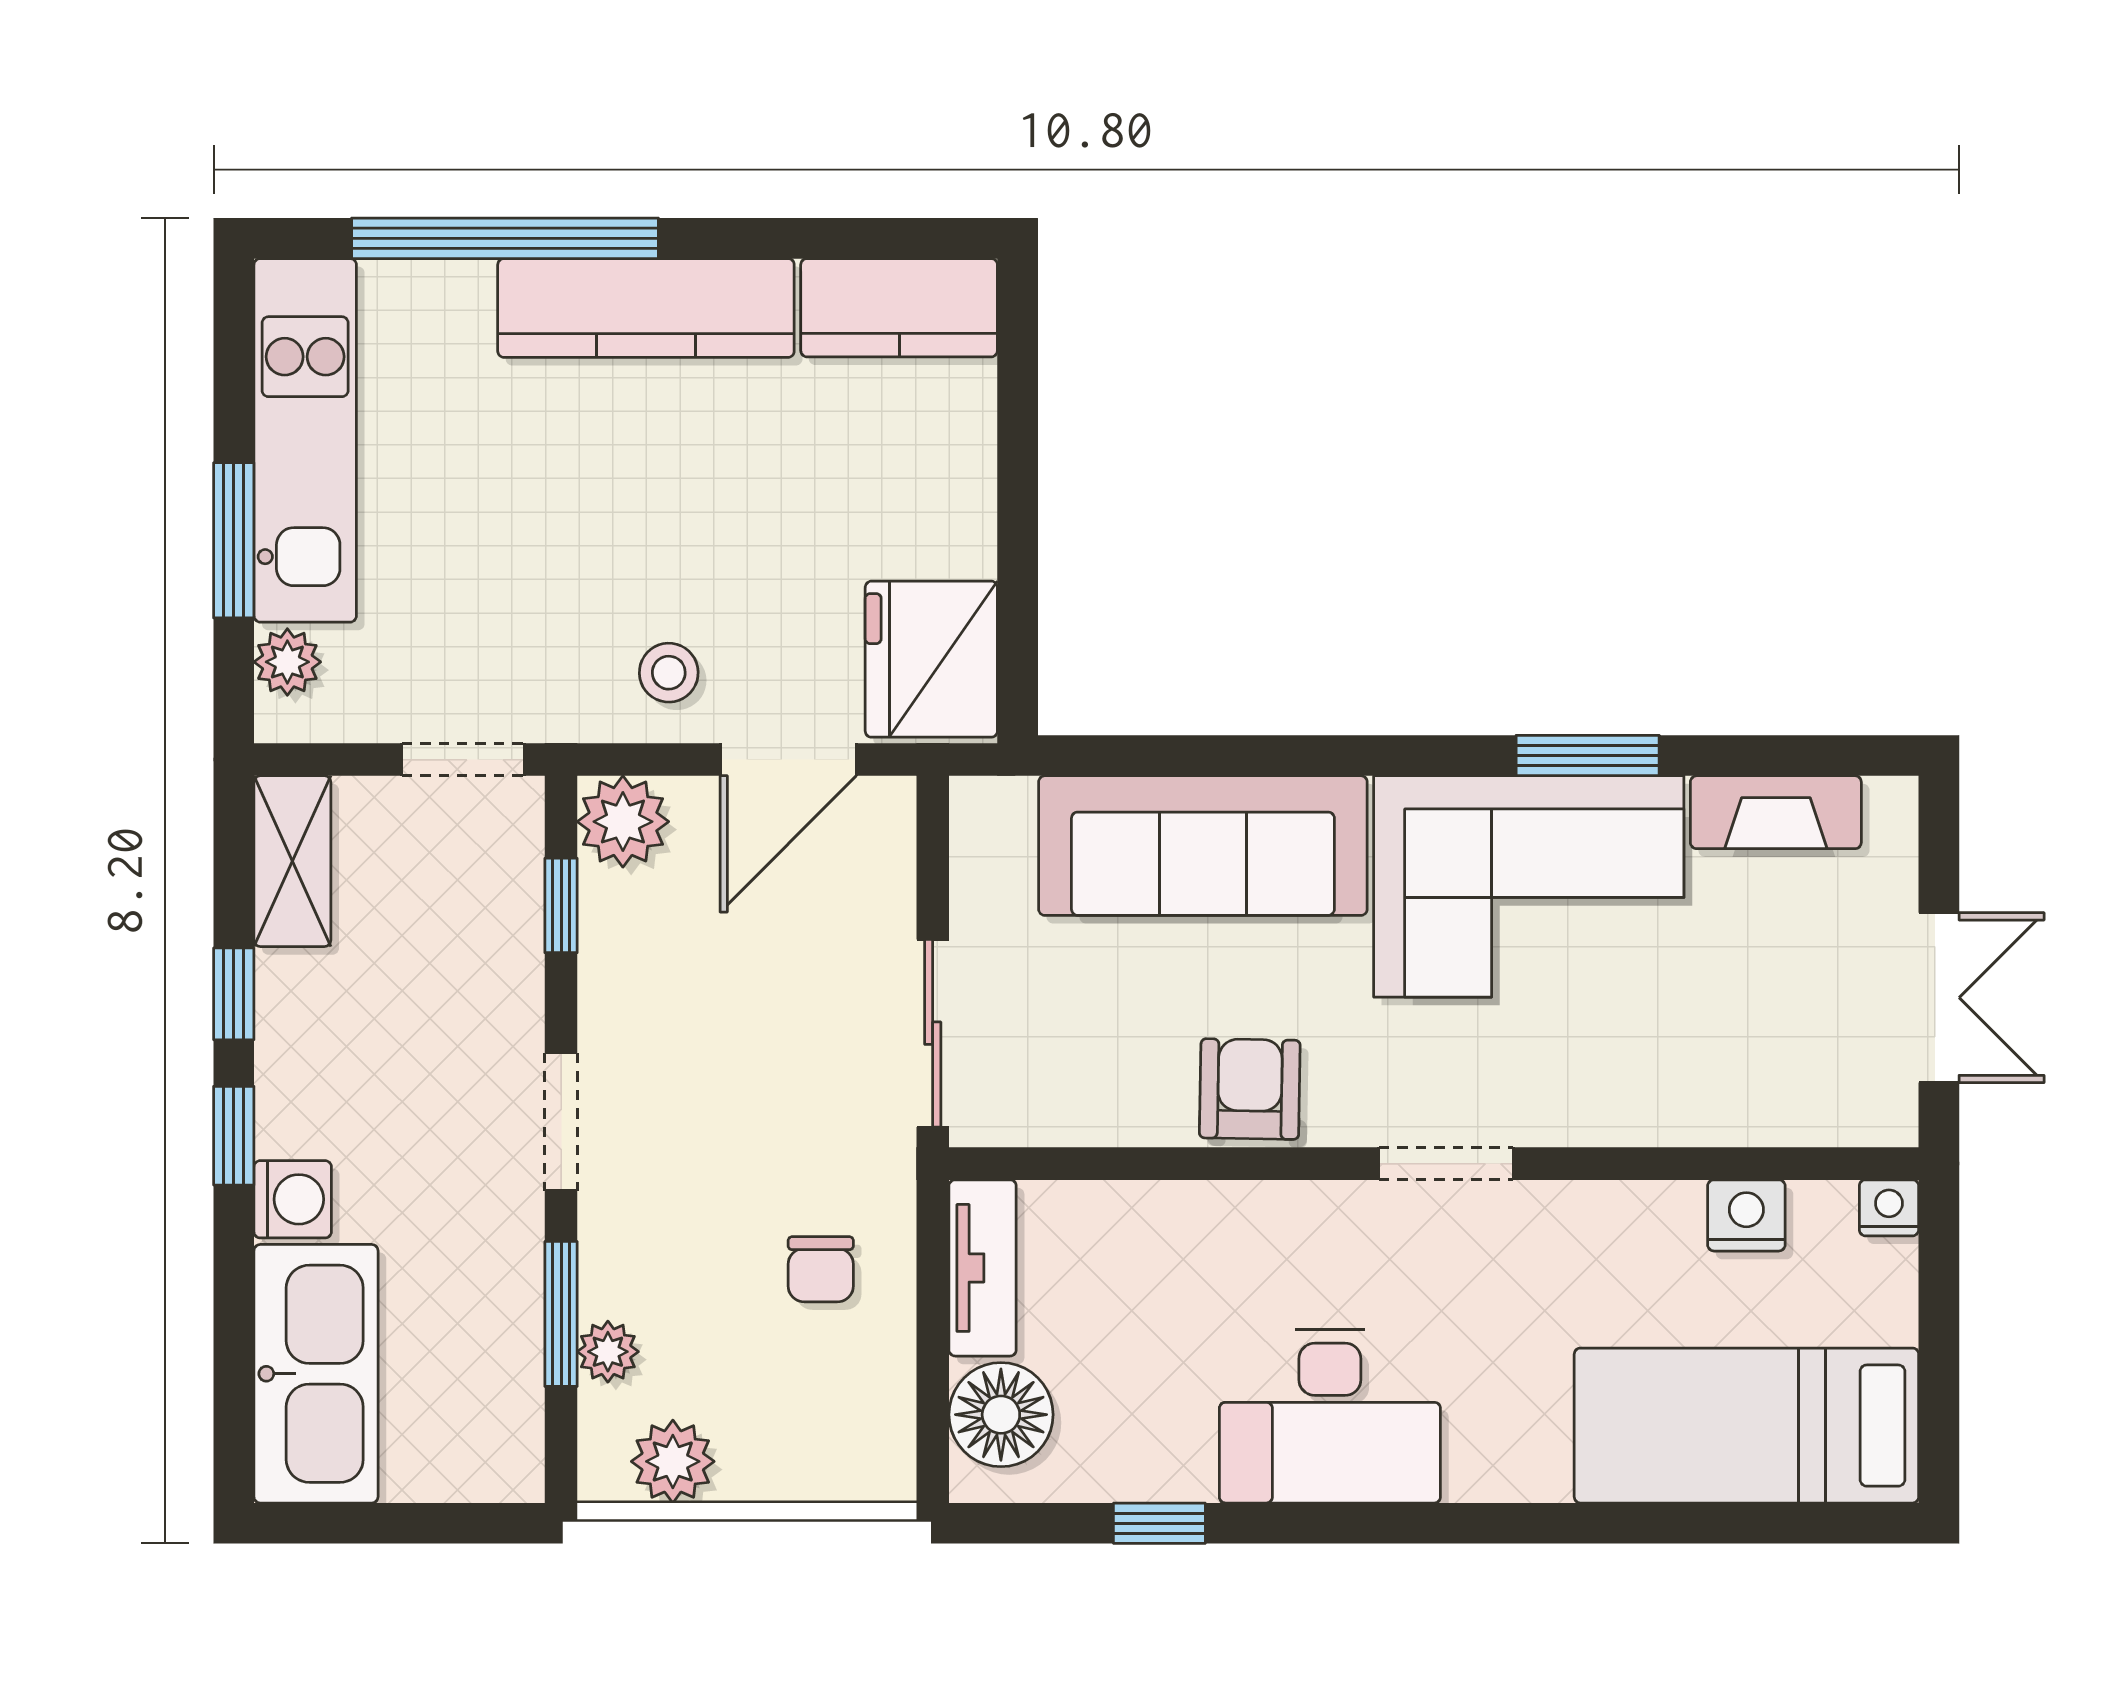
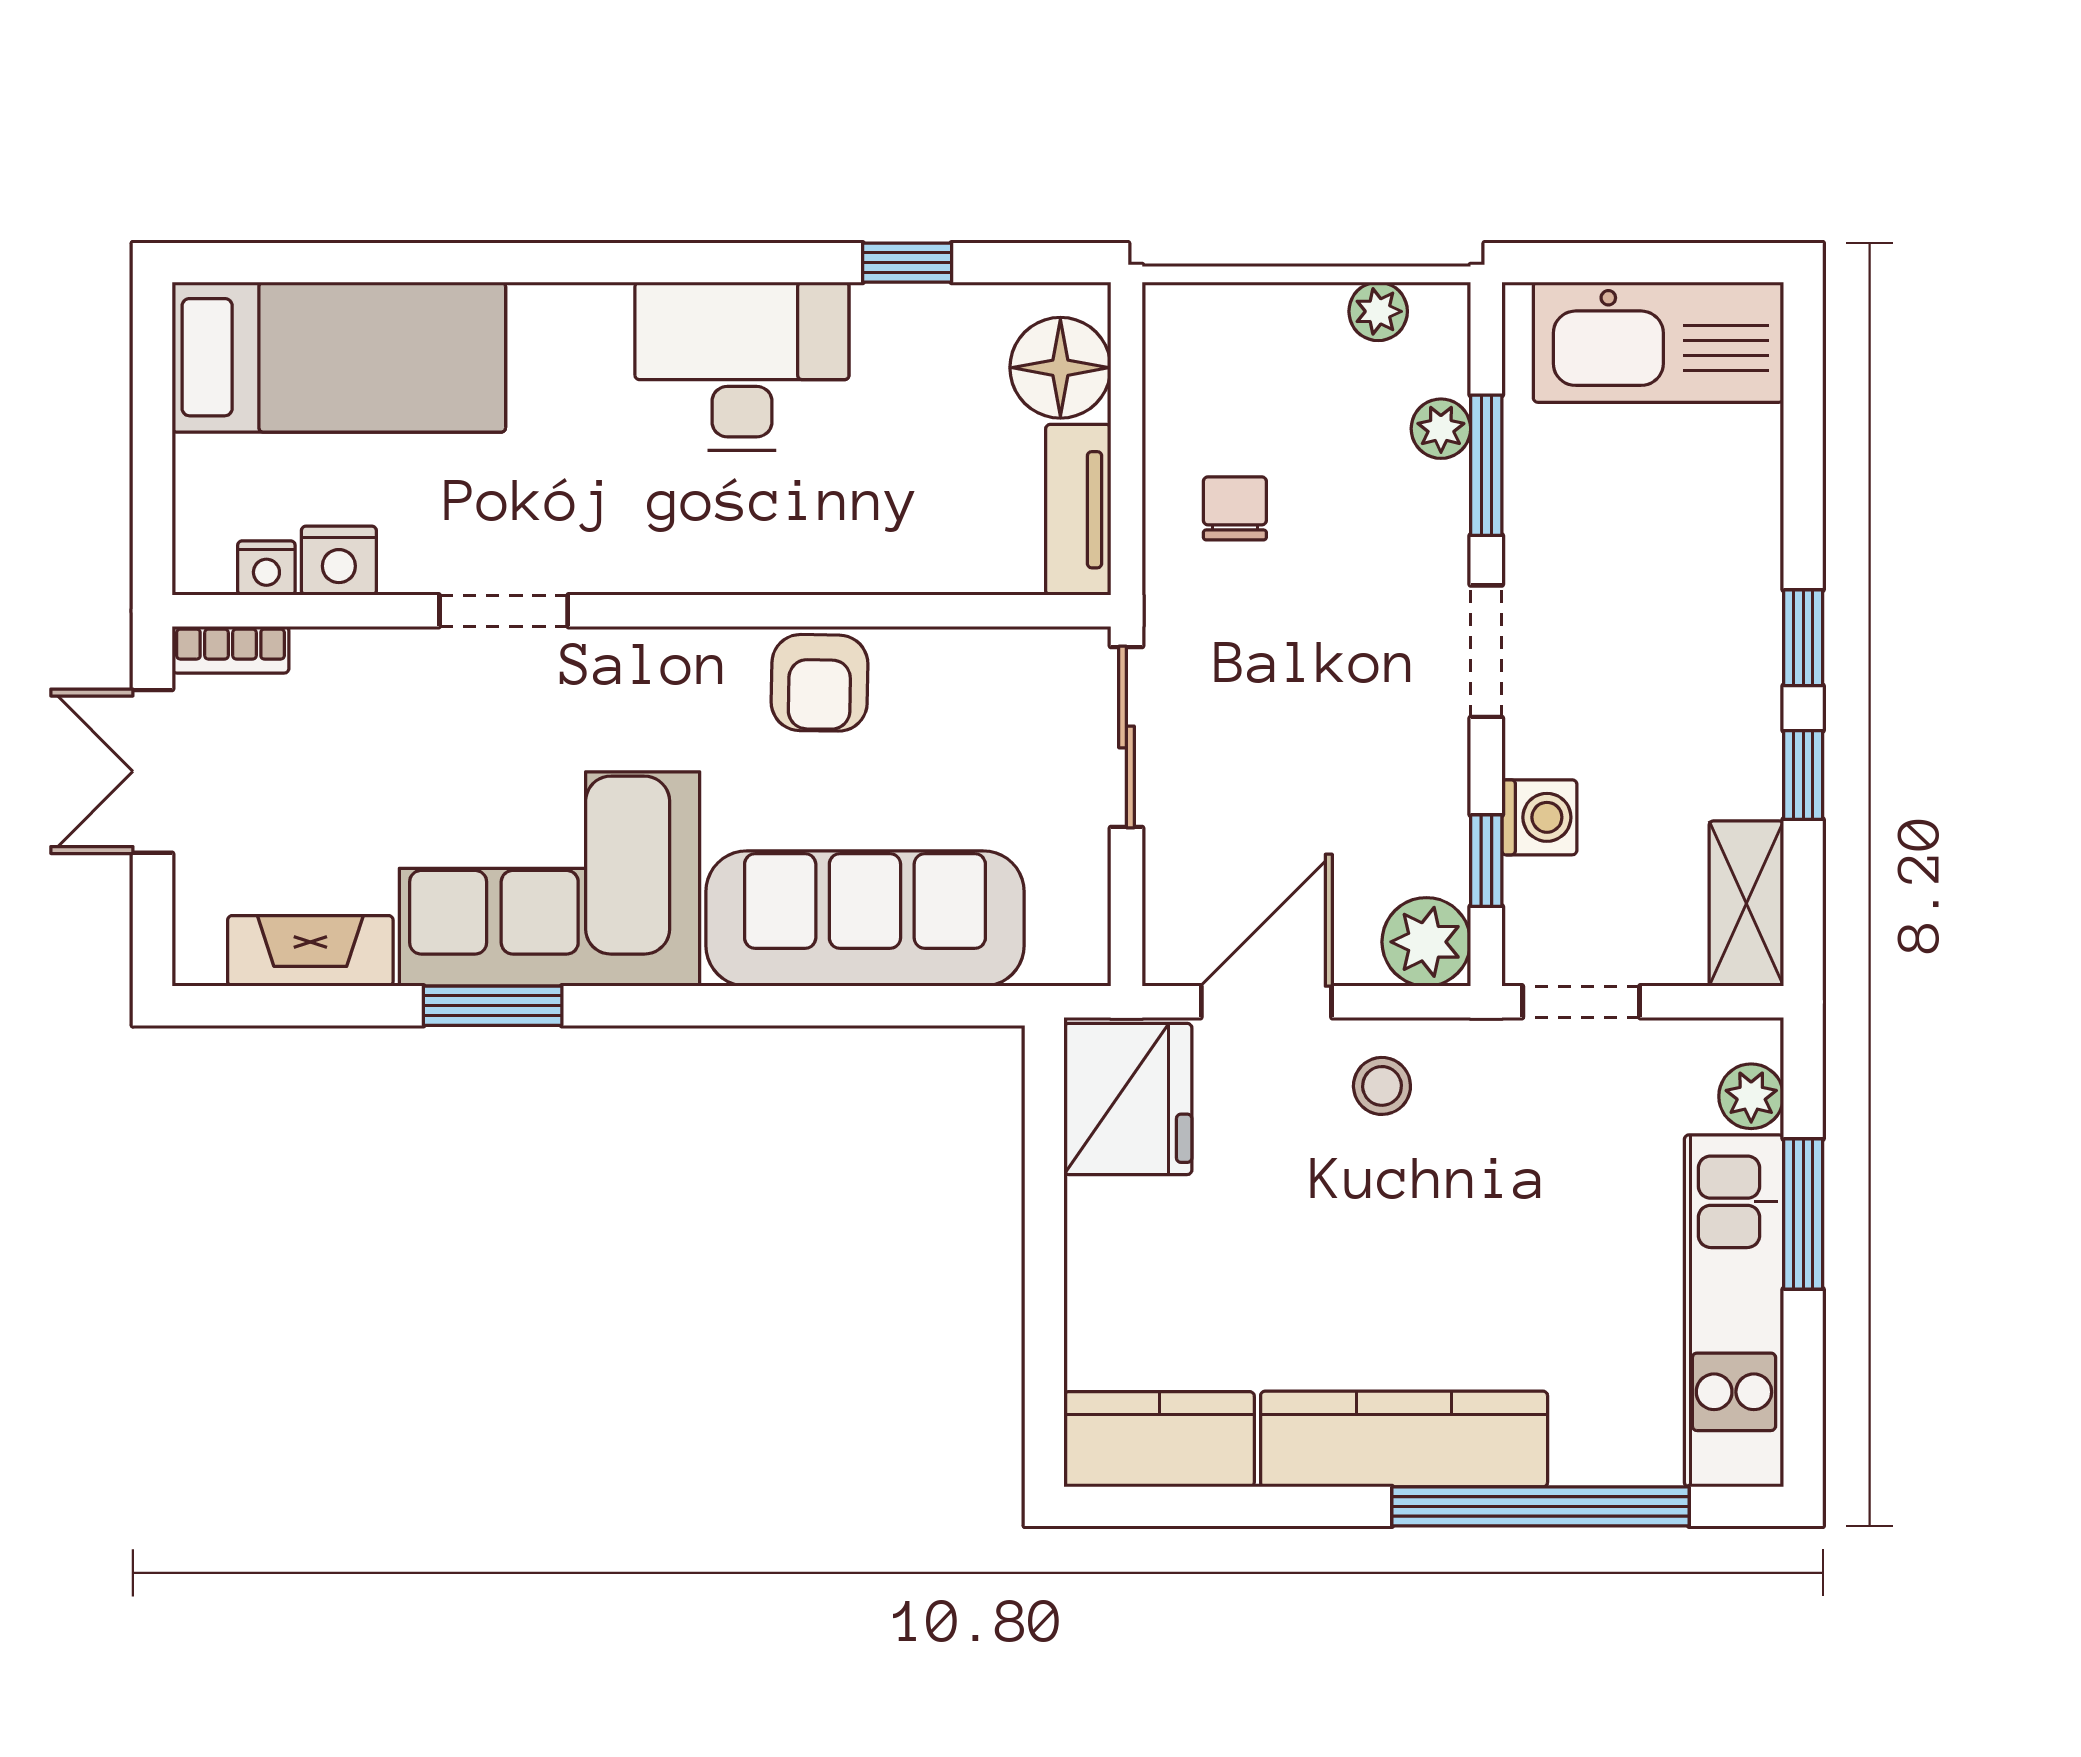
bookcase: (1858, 1123) -> (230, 650), added
doorway: (1446, 1164) -> (504, 611), moved
washing machine: (293, 1199) -> (1539, 817), moved, turned 180
nightstand: (1889, 1208) -> (266, 568), moved
kitchen sink: (316, 1374) -> (1658, 342), moved, turned -90
plant: (673, 1461) -> (1378, 311), width x0.73, depth x0.73

